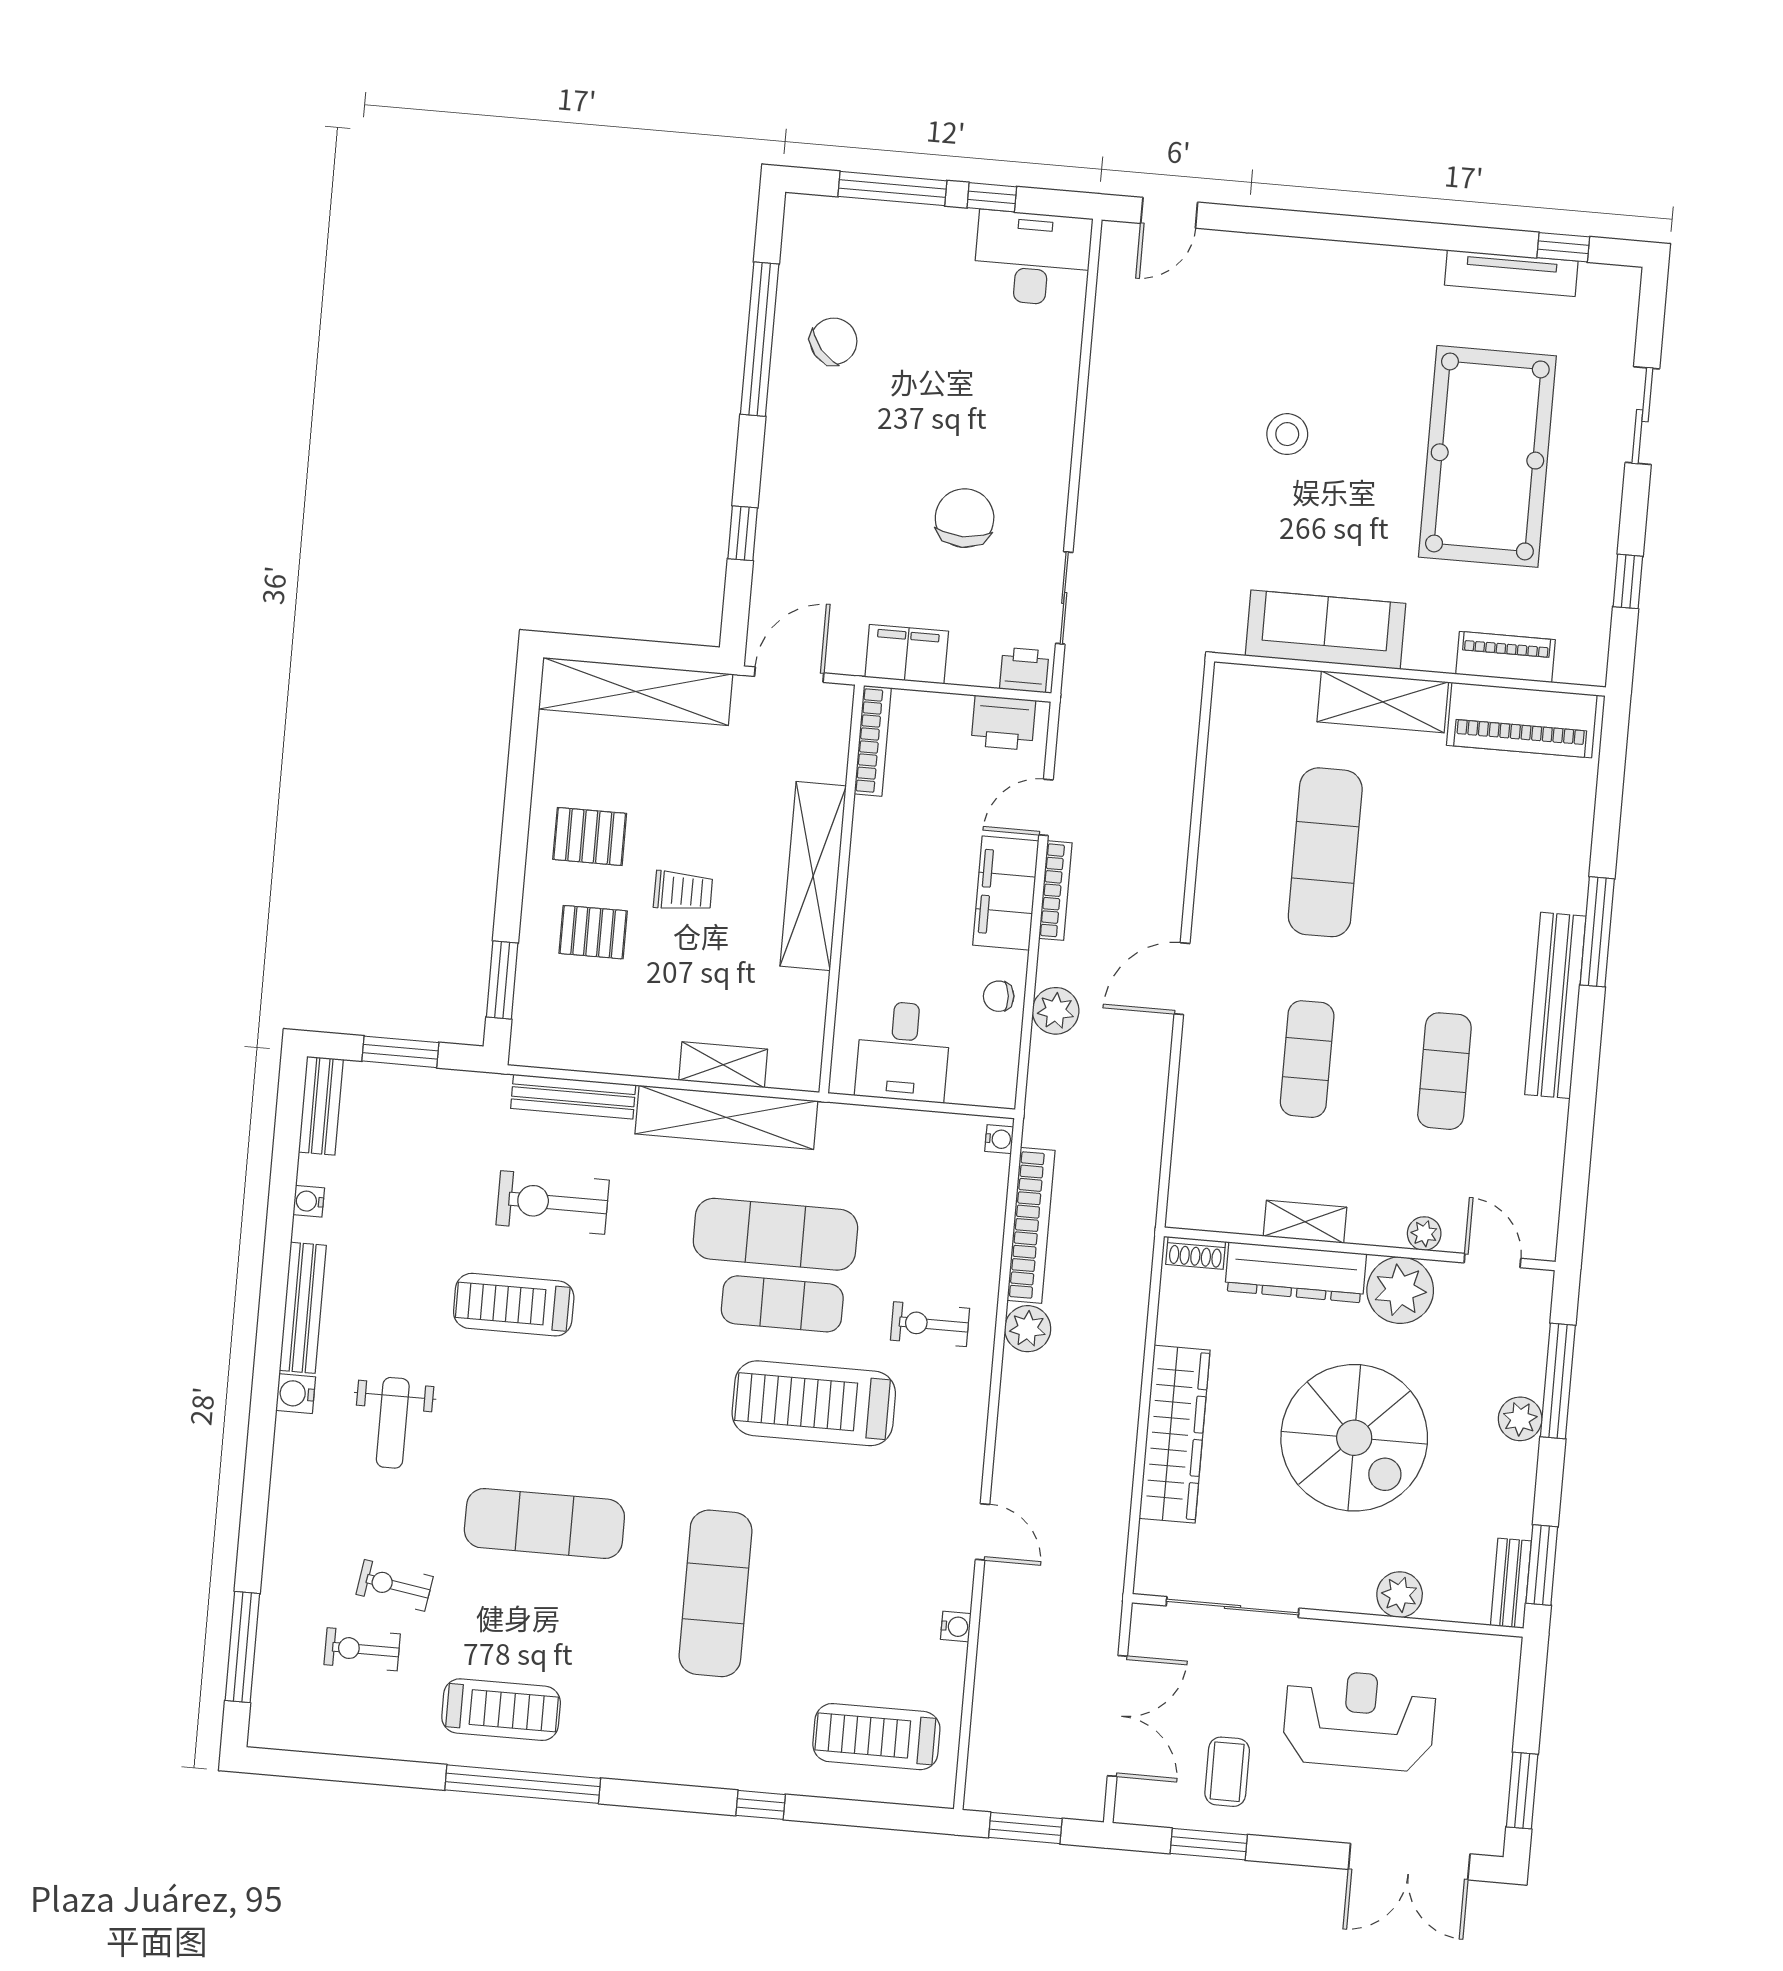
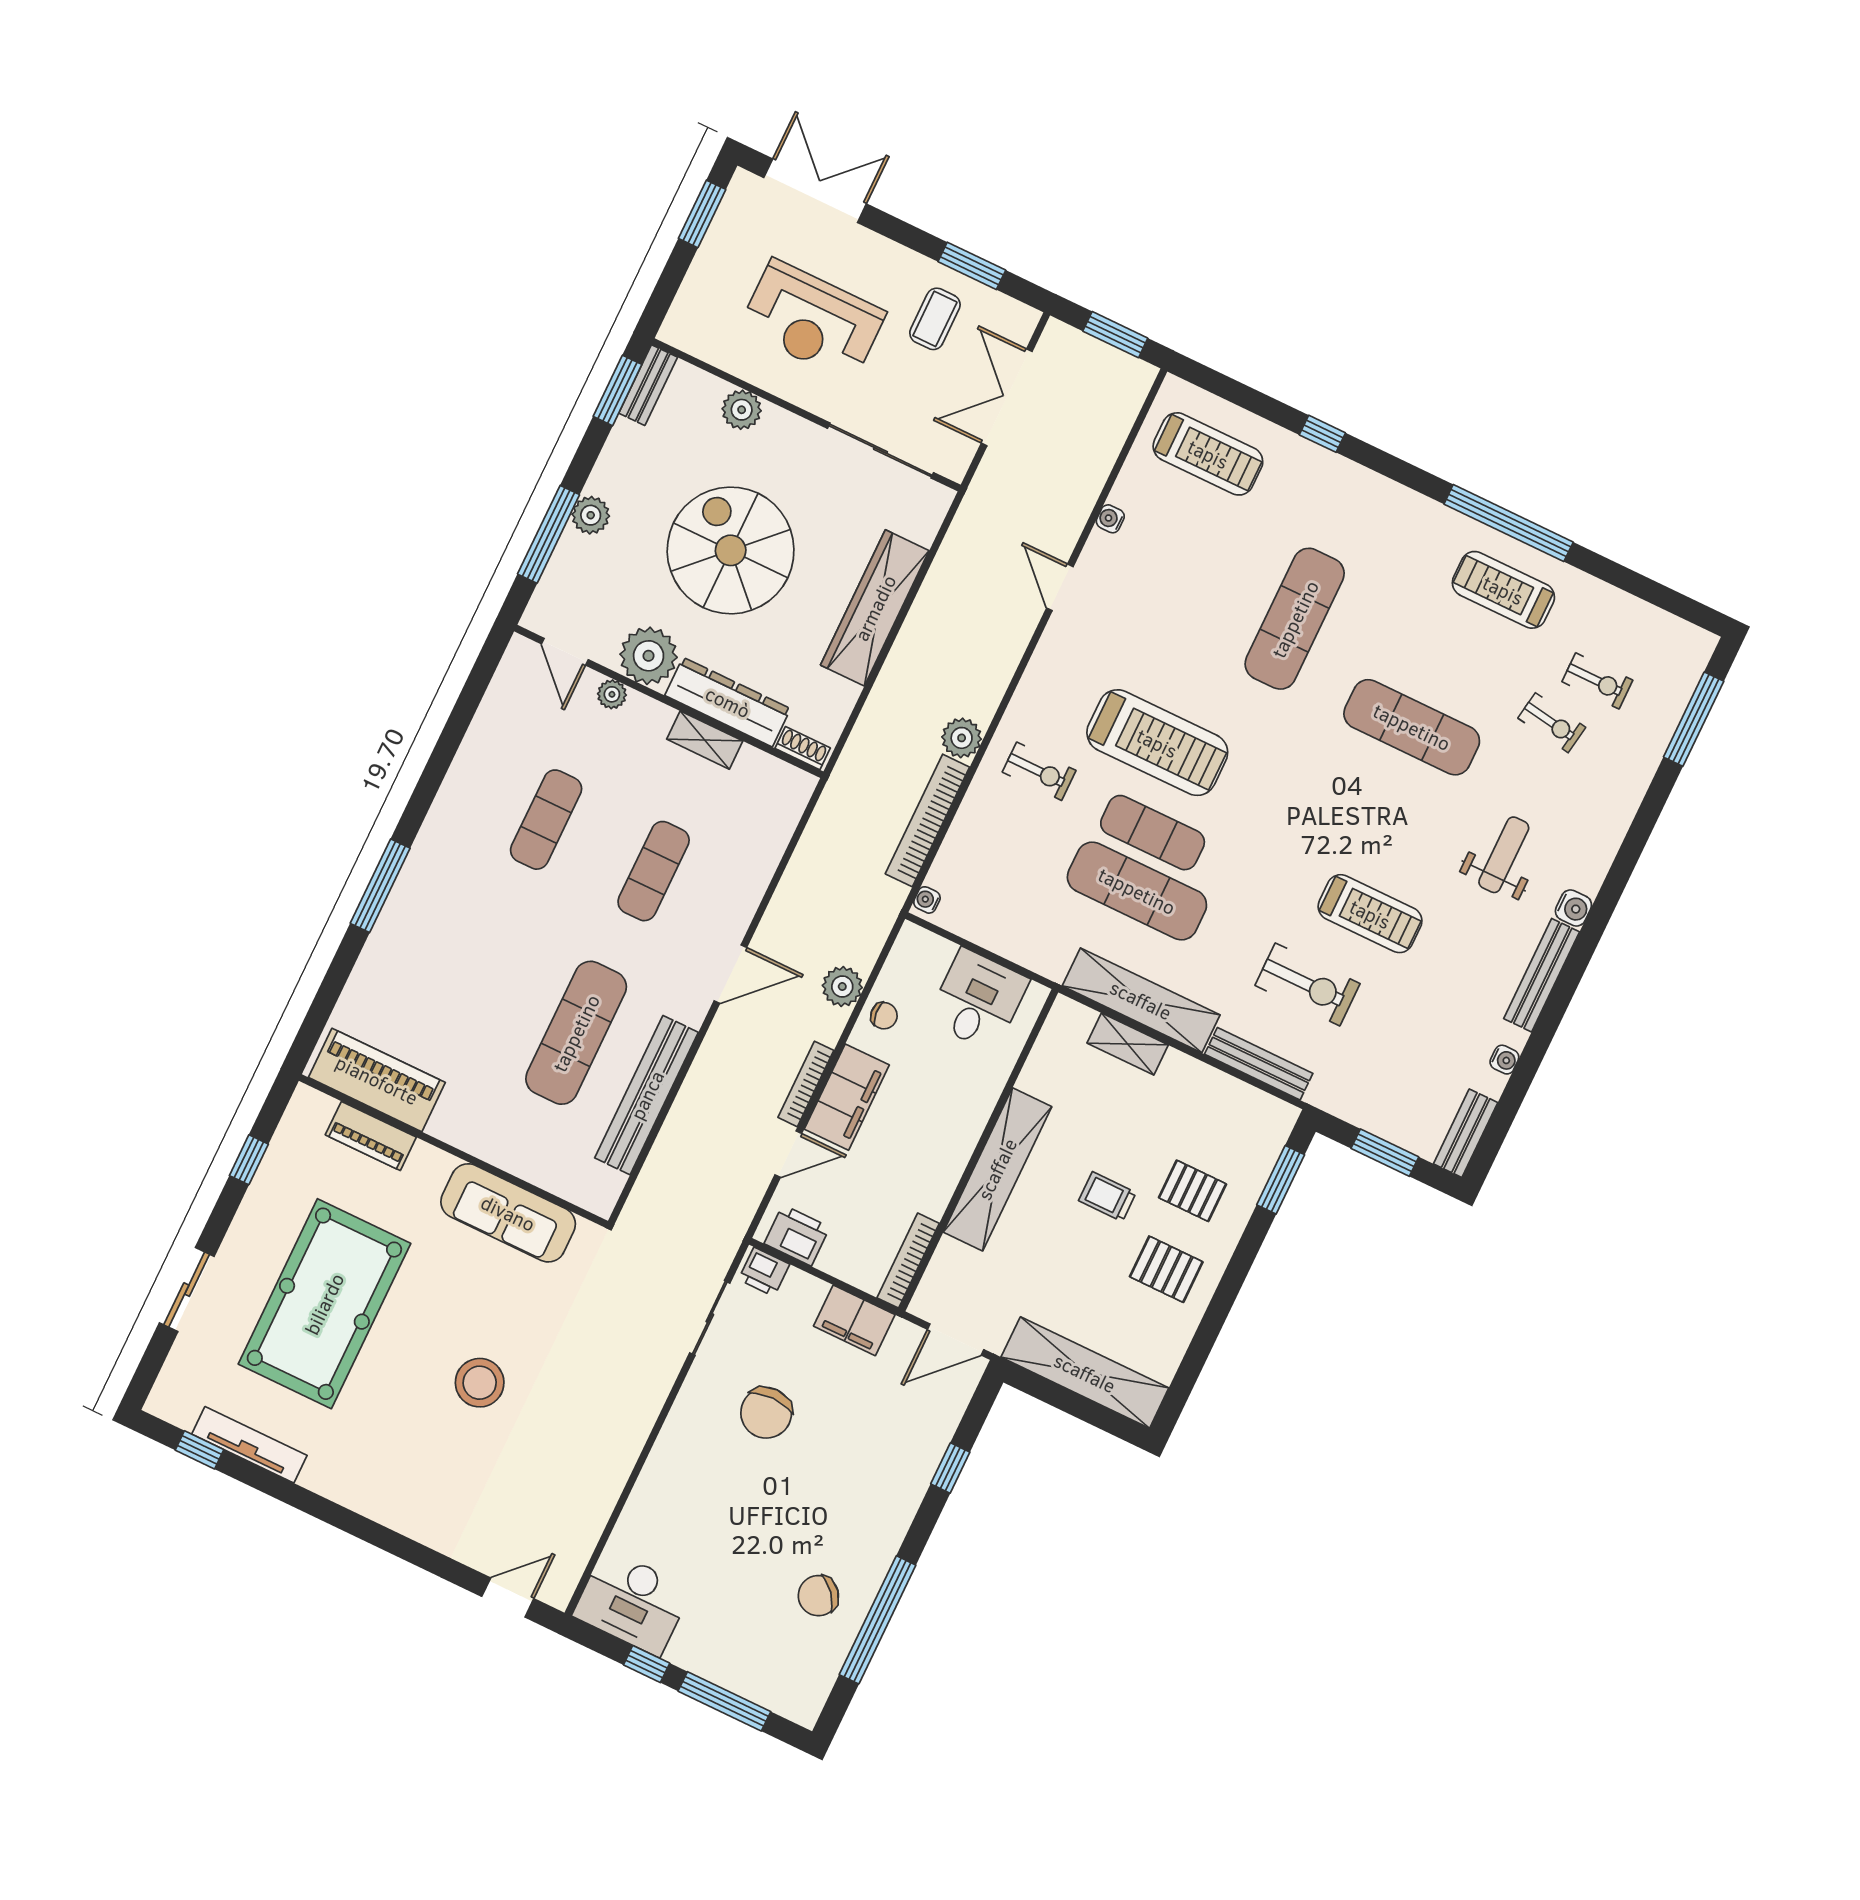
stool: (1287, 434) -> (480, 1383), width x1.38, depth x1.38
shelving: (1383, 702) -> (484, 1137), removed
bench: (1555, 1005) -> (647, 1095), moved

